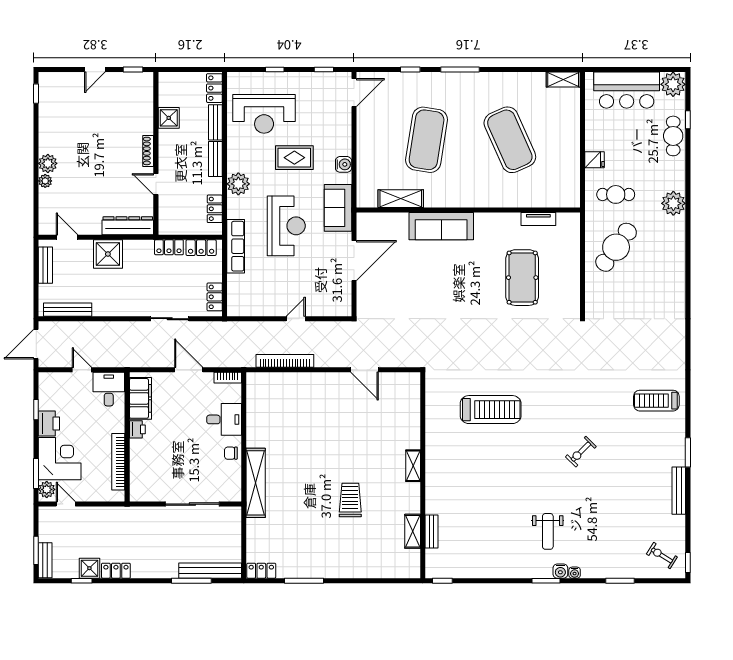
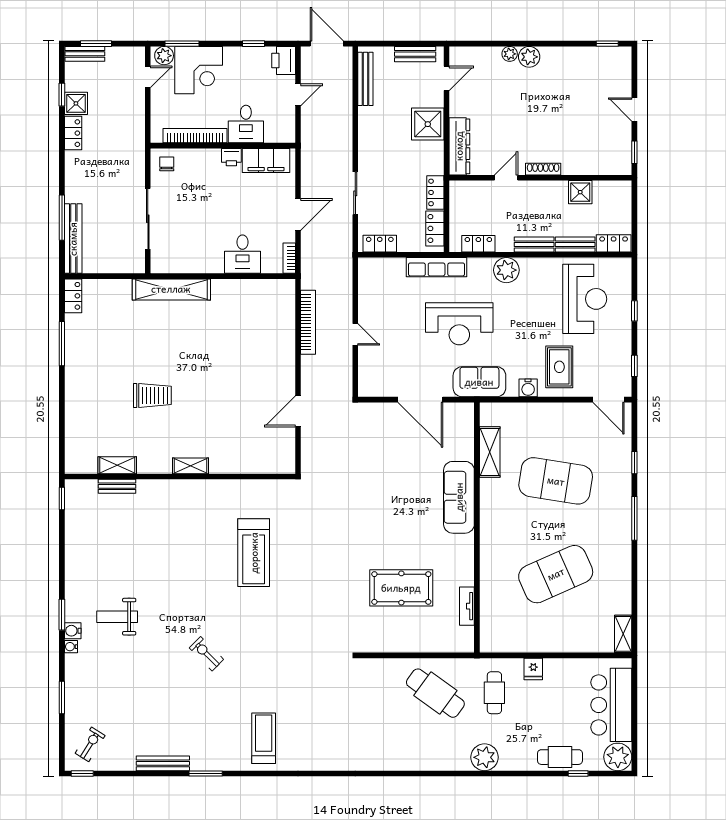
reception desk: (264, 114) -> (585, 299), turned 180
rug: (294, 158) -> (559, 367), moved
desk: (109, 389) -> (246, 124), moved, turned 90
printer: (49, 423) -> (284, 60), moved, turned 90
chair: (231, 453) -> (167, 164), moved

